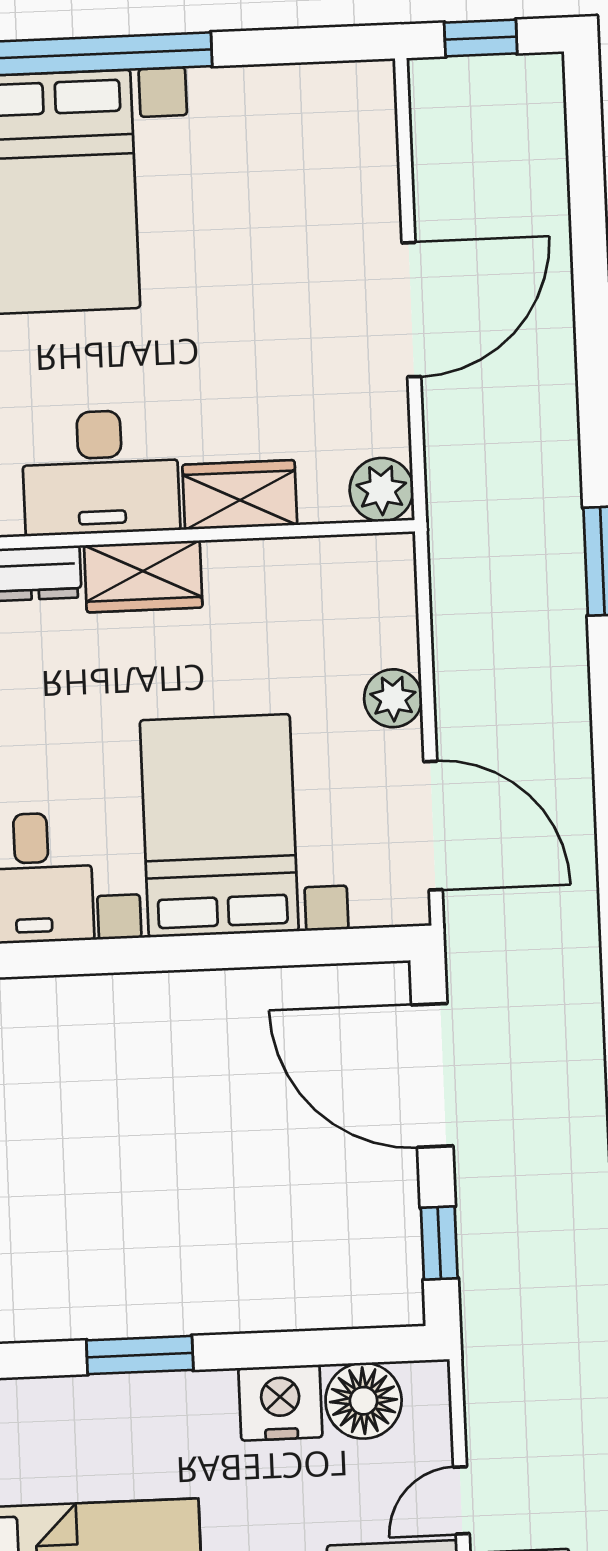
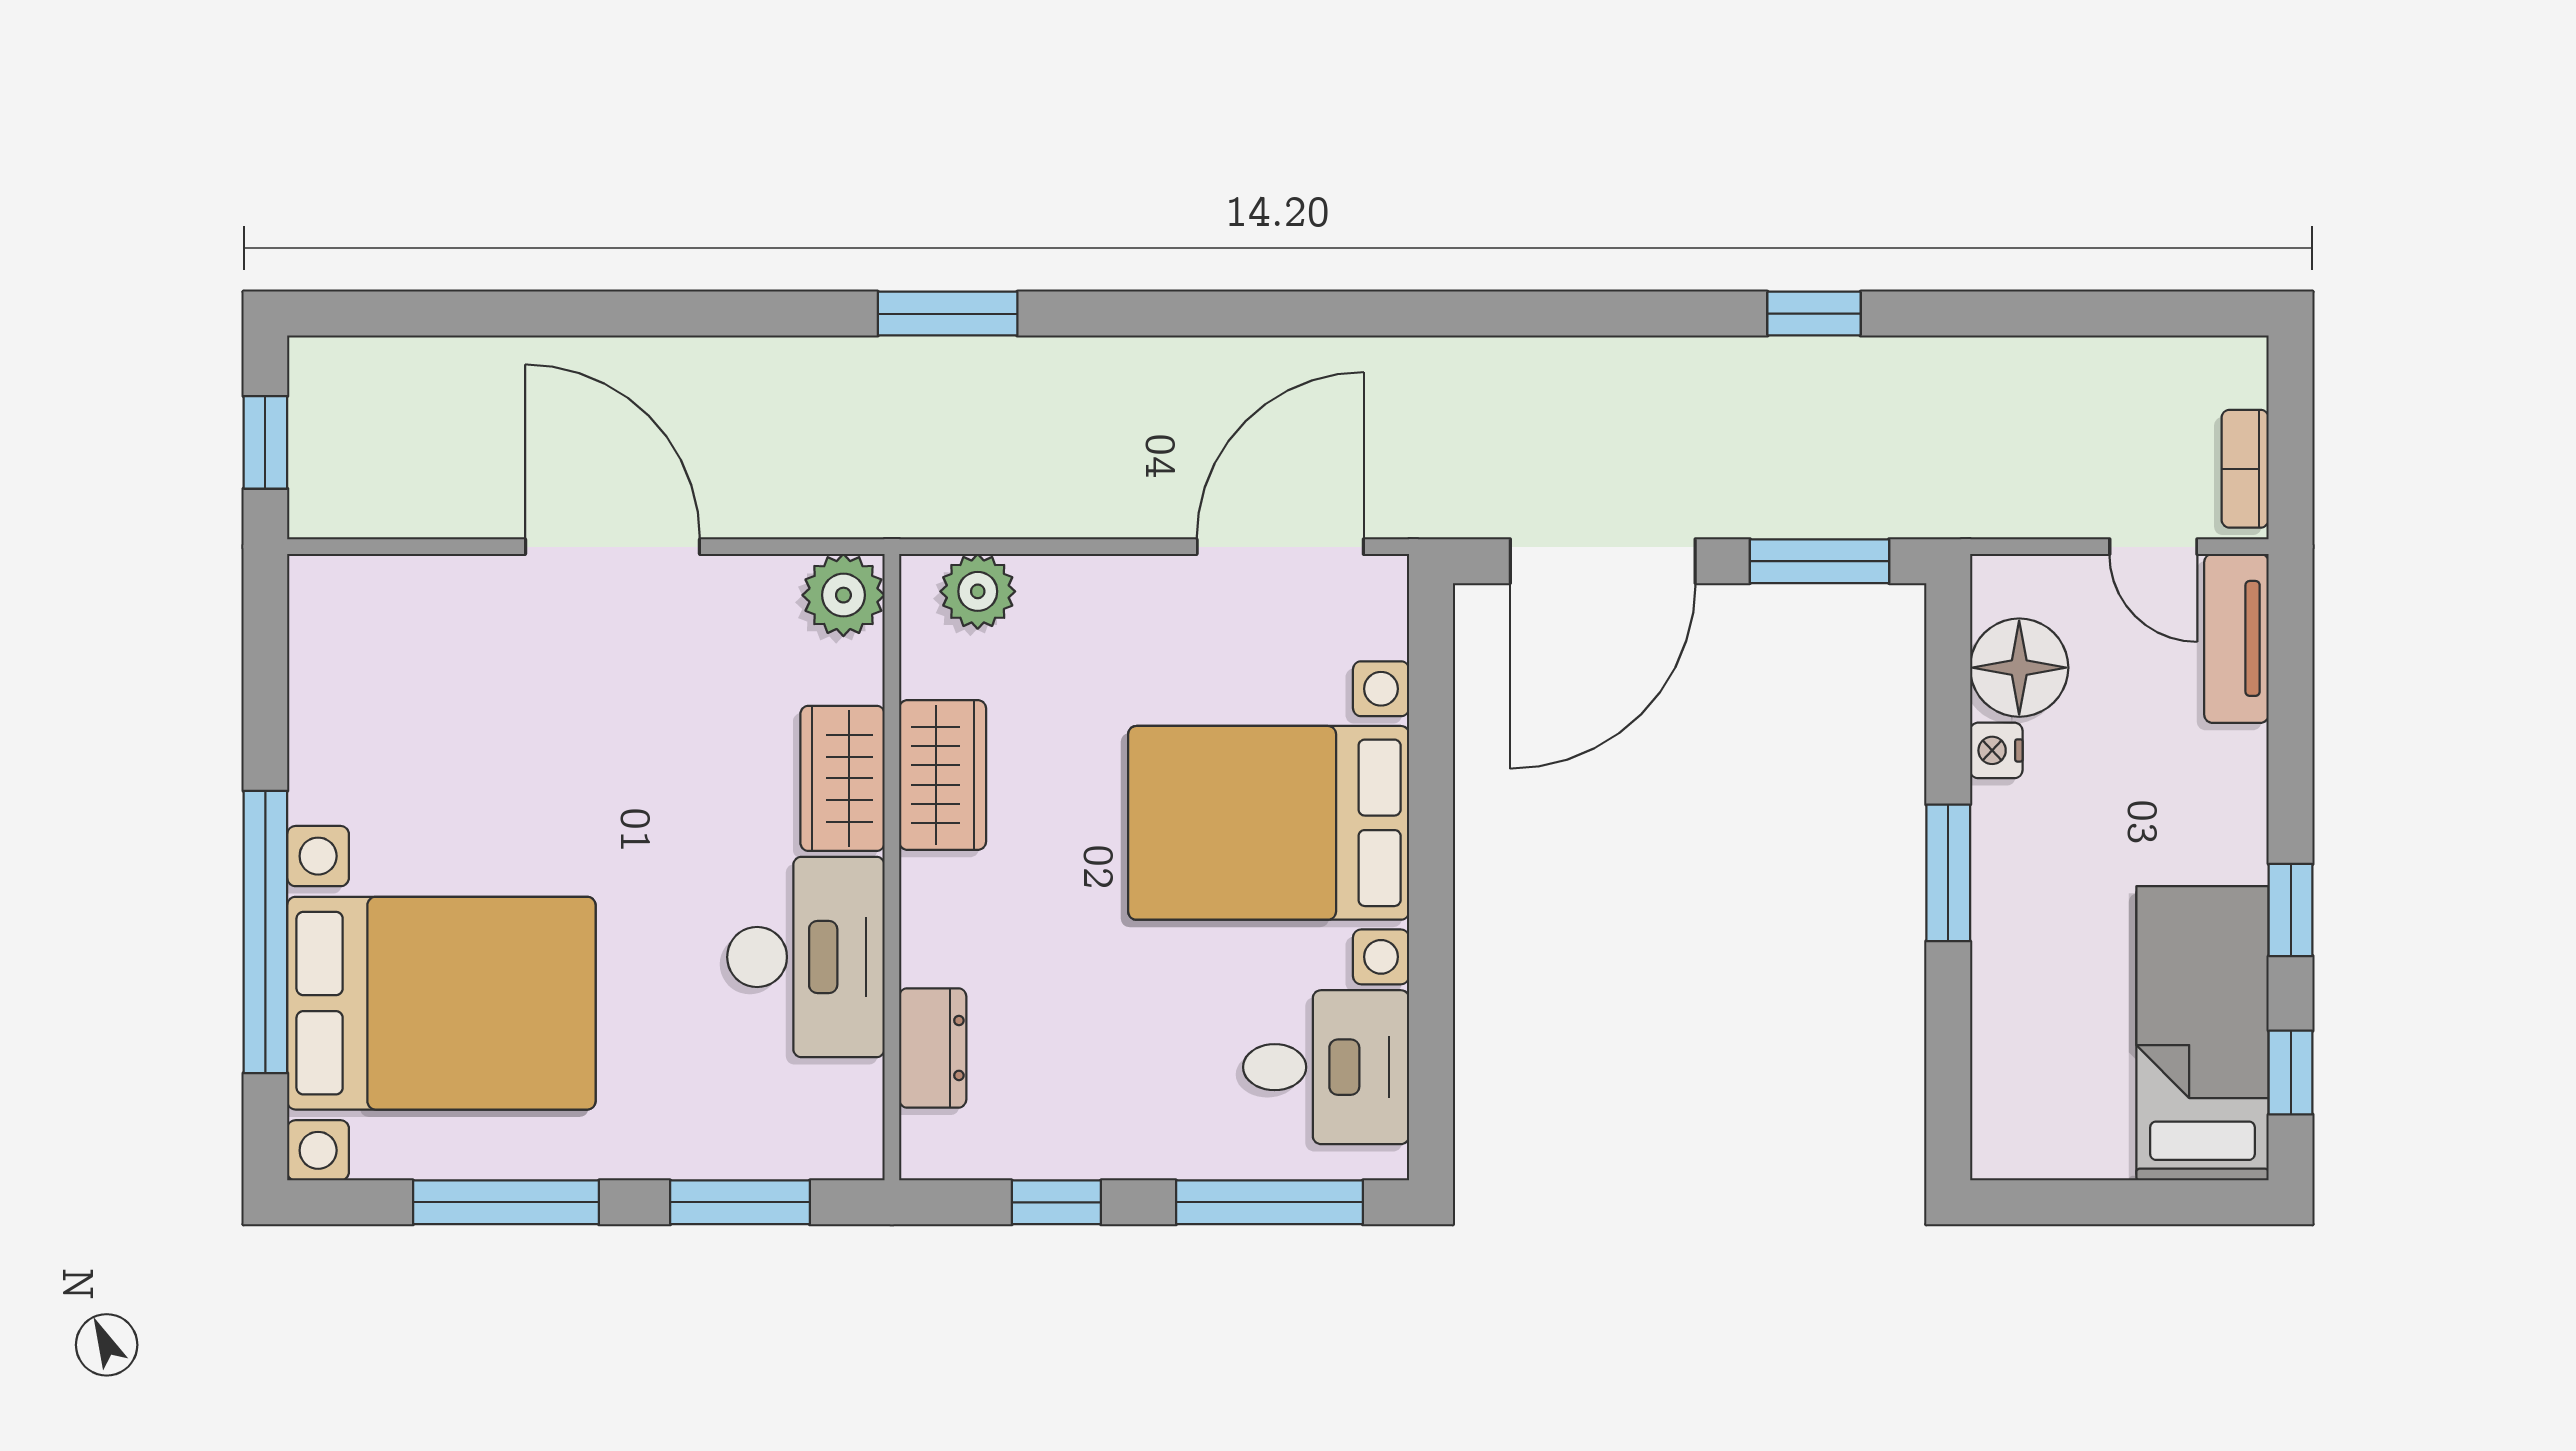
wardrobe: (143, 576) -> (943, 775), moved
plant: (393, 698) -> (978, 591), moved
window: (439, 1243) -> (1820, 561), width x1.50
window: (140, 1355) -> (1948, 873), moved
nightstand: (280, 1403) -> (1996, 750), width x0.53, depth x0.56

